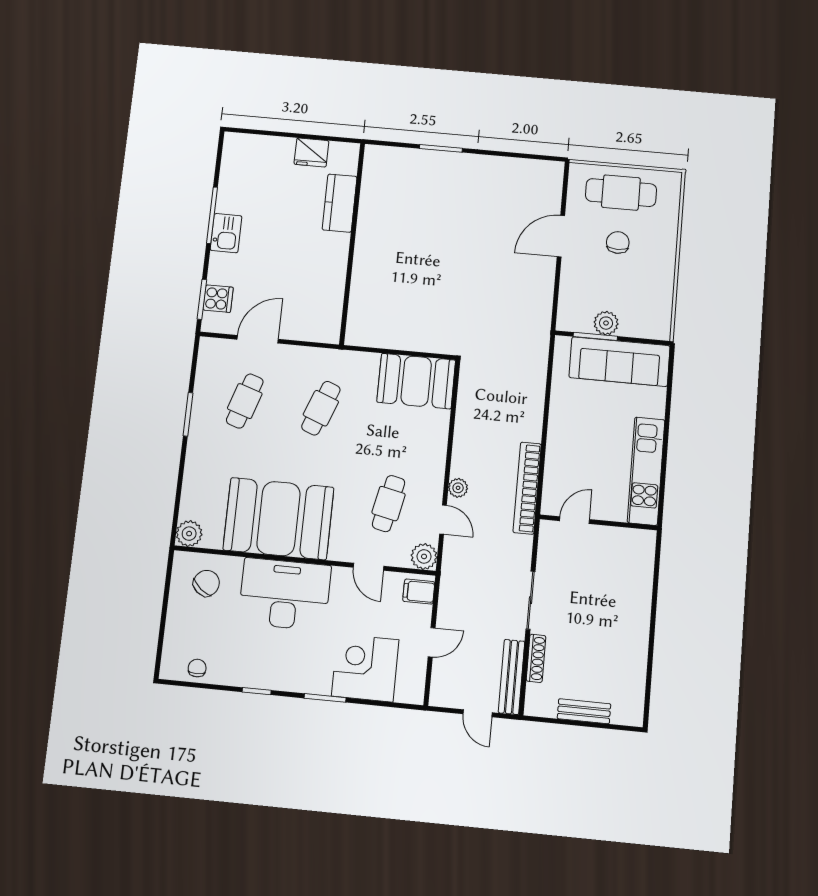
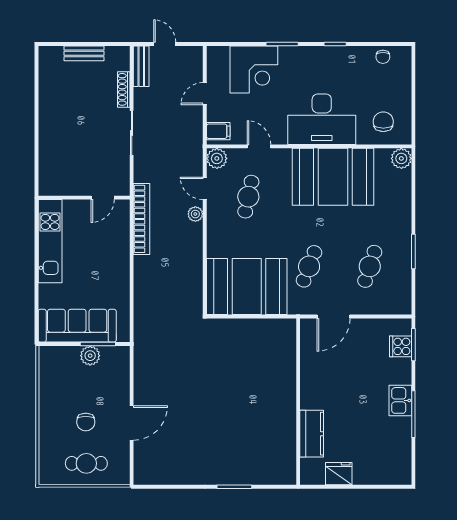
cafe table: (621, 193) -> (86, 463), width x0.73, depth x0.74
door: (258, 339) -> (334, 317), moved
booth: (416, 381) -> (247, 287), width x1.36, depth x1.42
chair: (206, 583) -> (383, 122), turned 141
bench: (512, 677) -> (141, 66), width x0.73

